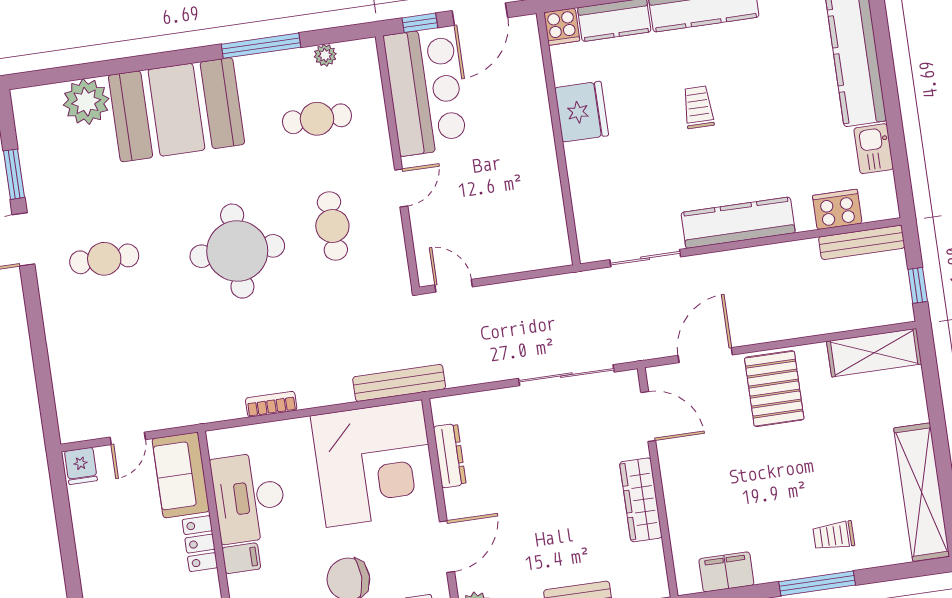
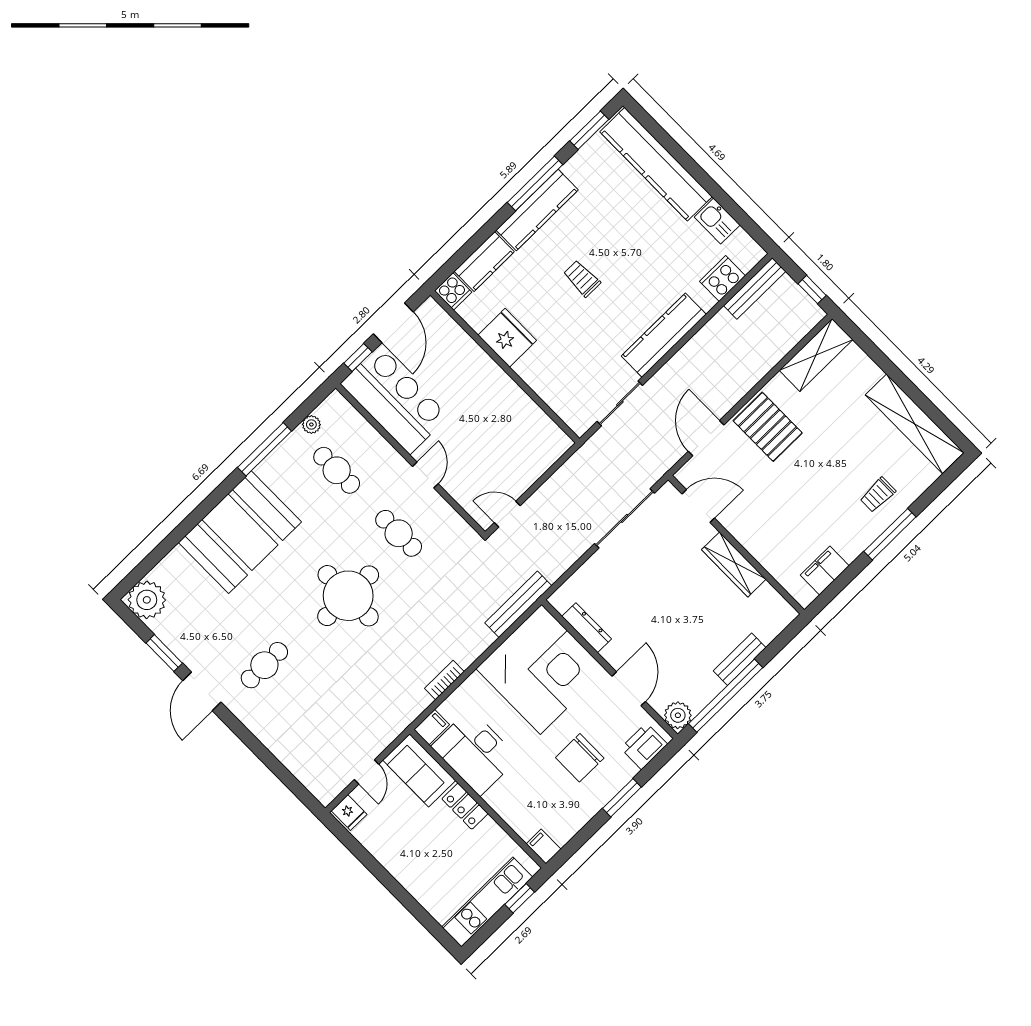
plant: (86, 102) -> (147, 600), moved
cafe table: (317, 119) -> (337, 470), turned 90
filing cabinet: (241, 558) -> (432, 727), moved

